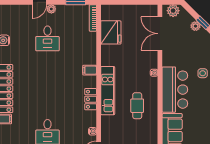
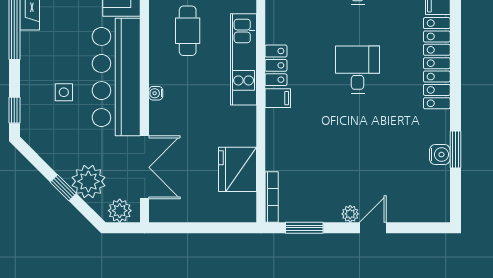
plant: (195, 26) -> (88, 181), width x1.88, depth x1.88
desk: (47, 38) -> (358, 70), moved
bar counter: (175, 90) -> (116, 77), width x1.36
locker: (91, 99) -> (276, 65), moved

